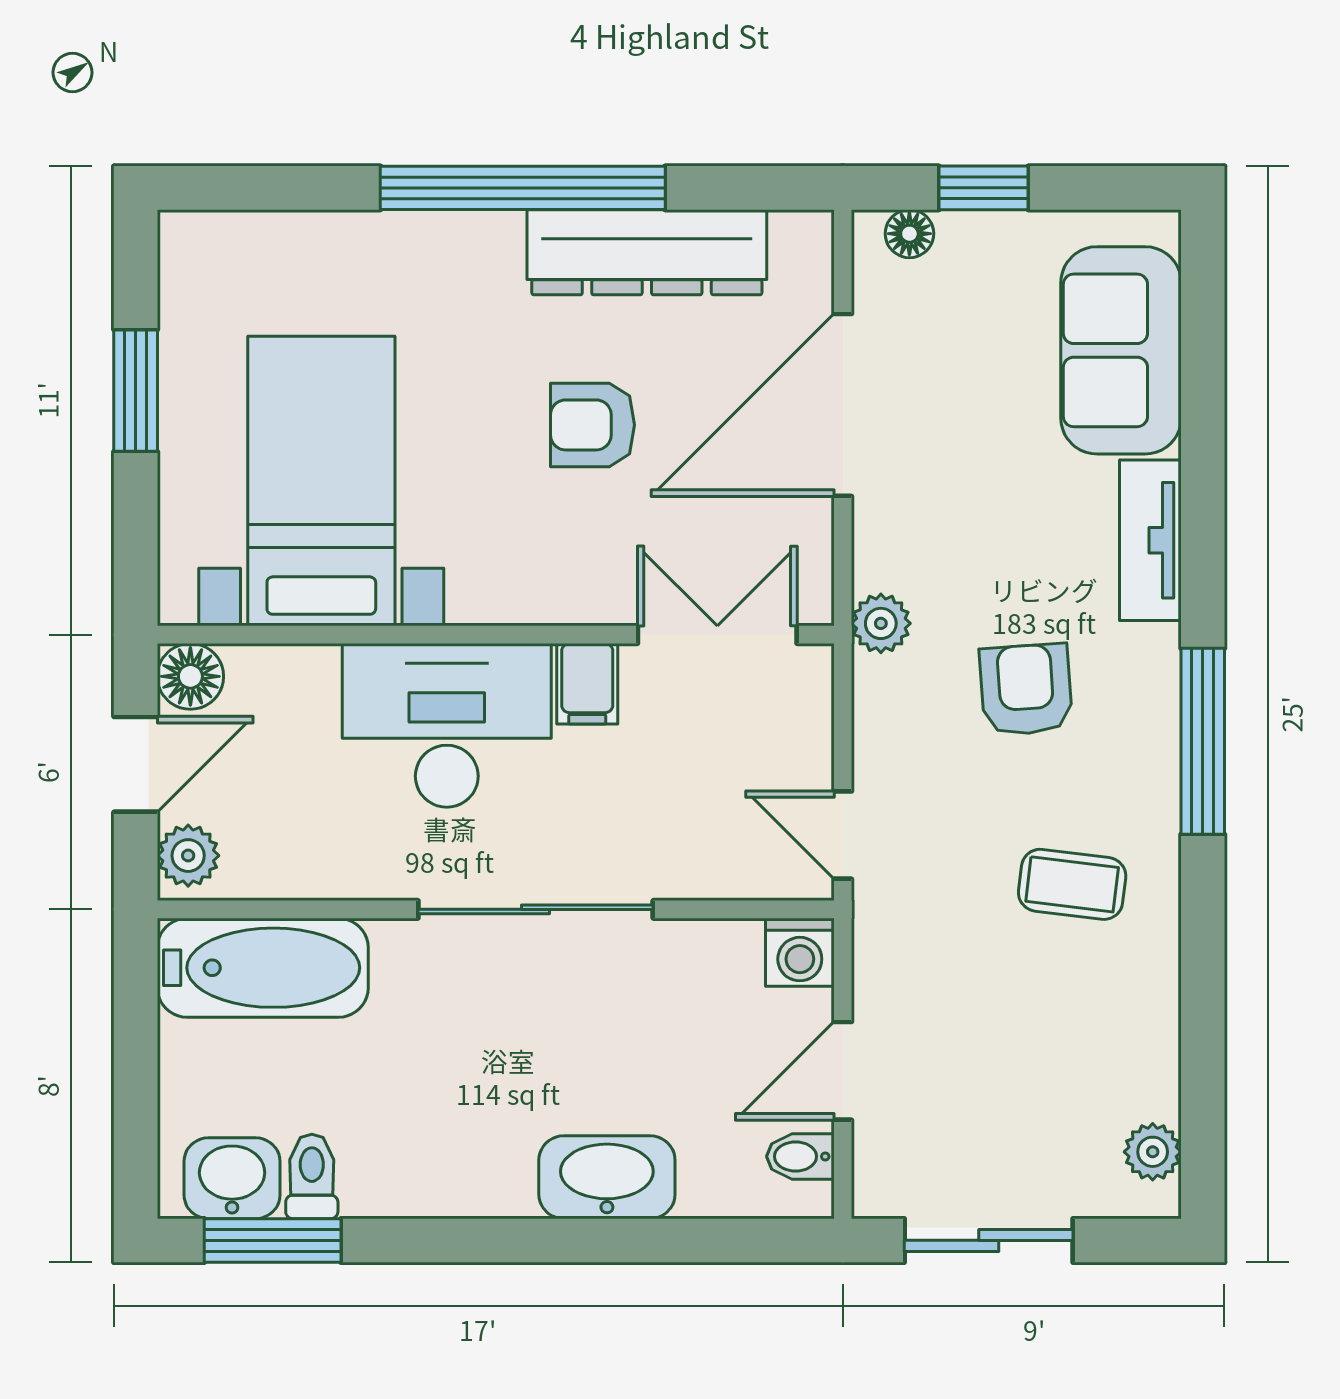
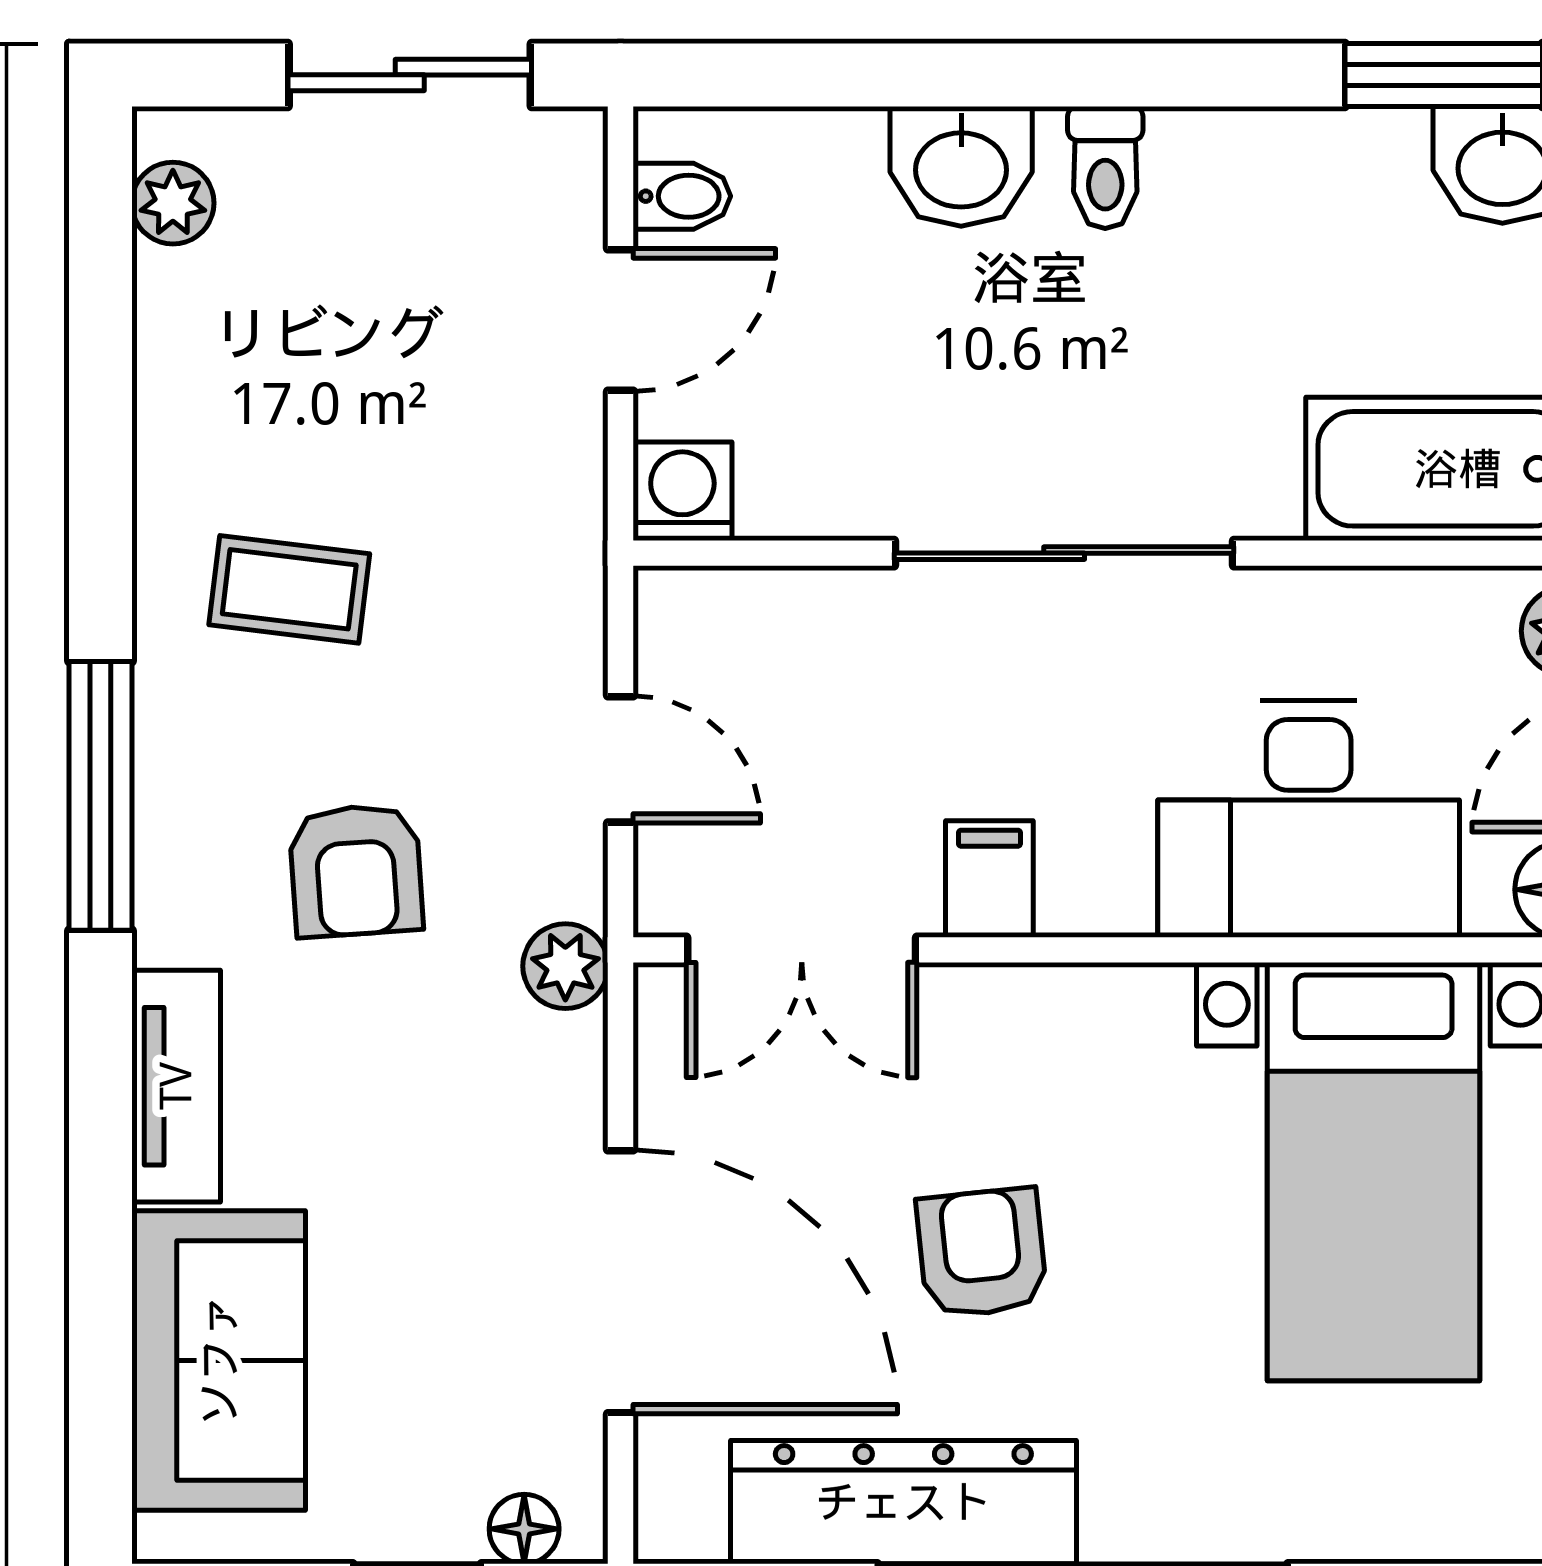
door: (843, 405) -> (621, 1282), hinge flipped
armchair: (593, 425) -> (982, 1253), turned -96
desk: (447, 725) -> (1309, 819), moved
door: (843, 835) -> (621, 759), moved
toilet: (312, 1176) -> (1105, 167), moved
washbasin: (607, 1177) -> (961, 166), width x0.72

